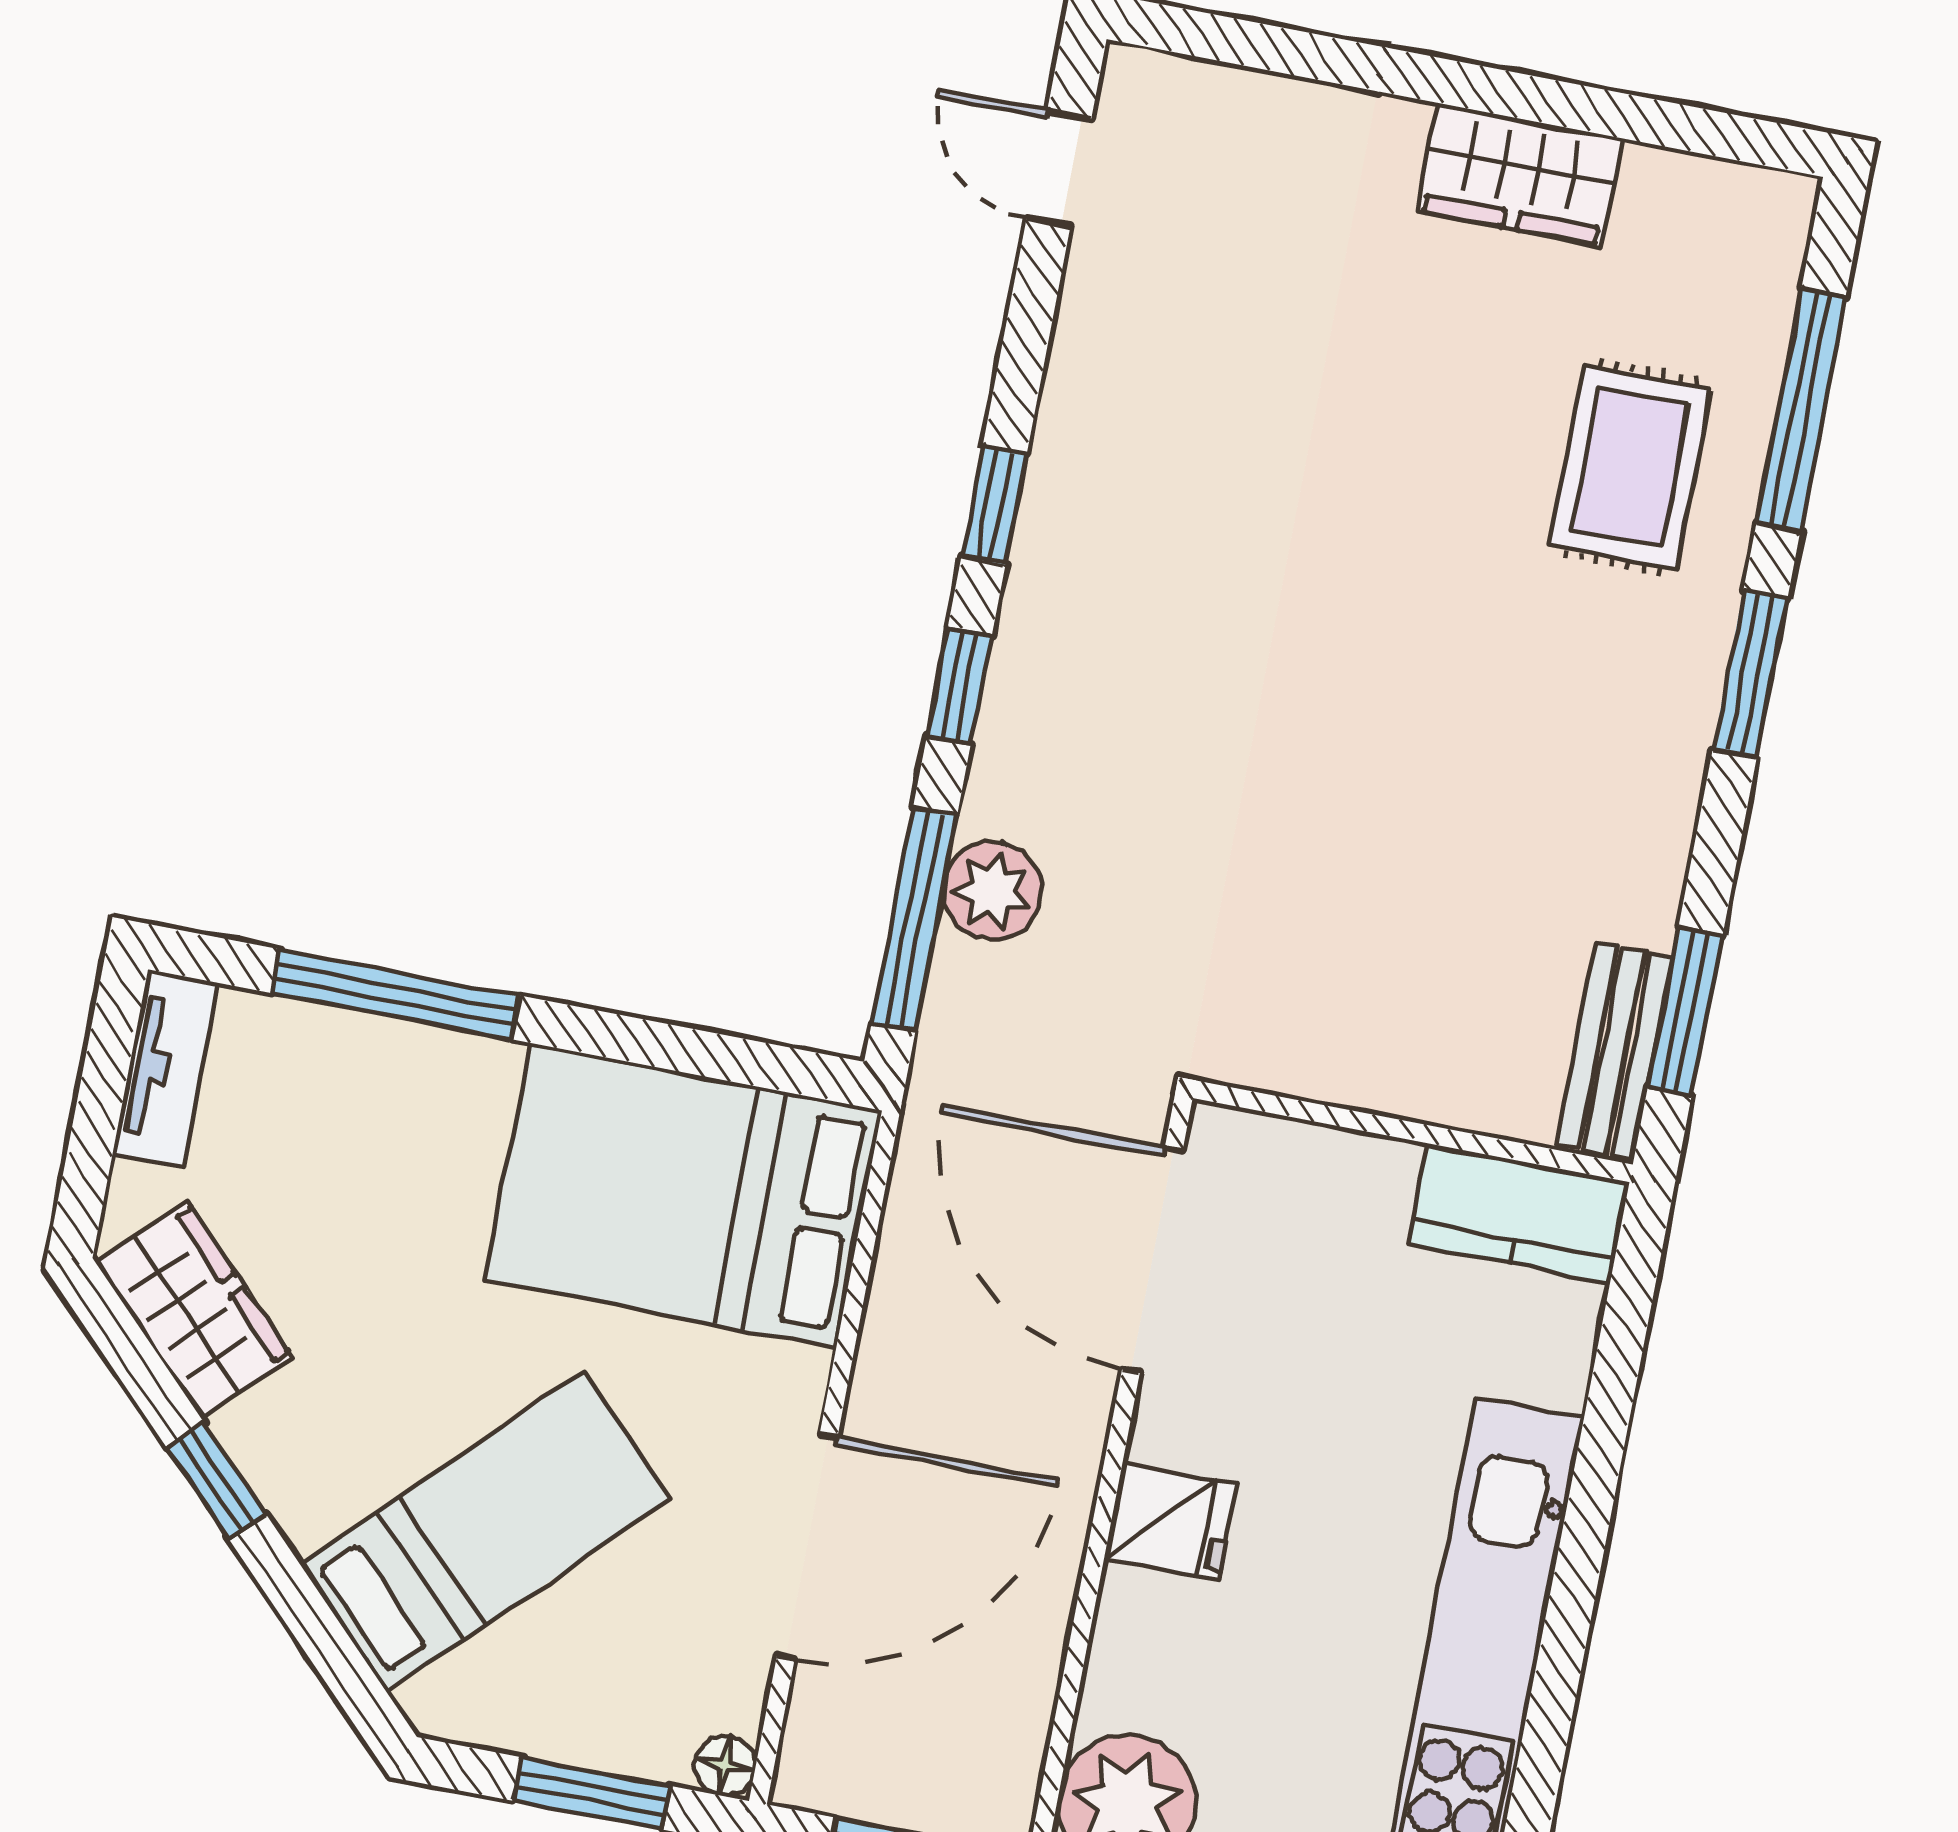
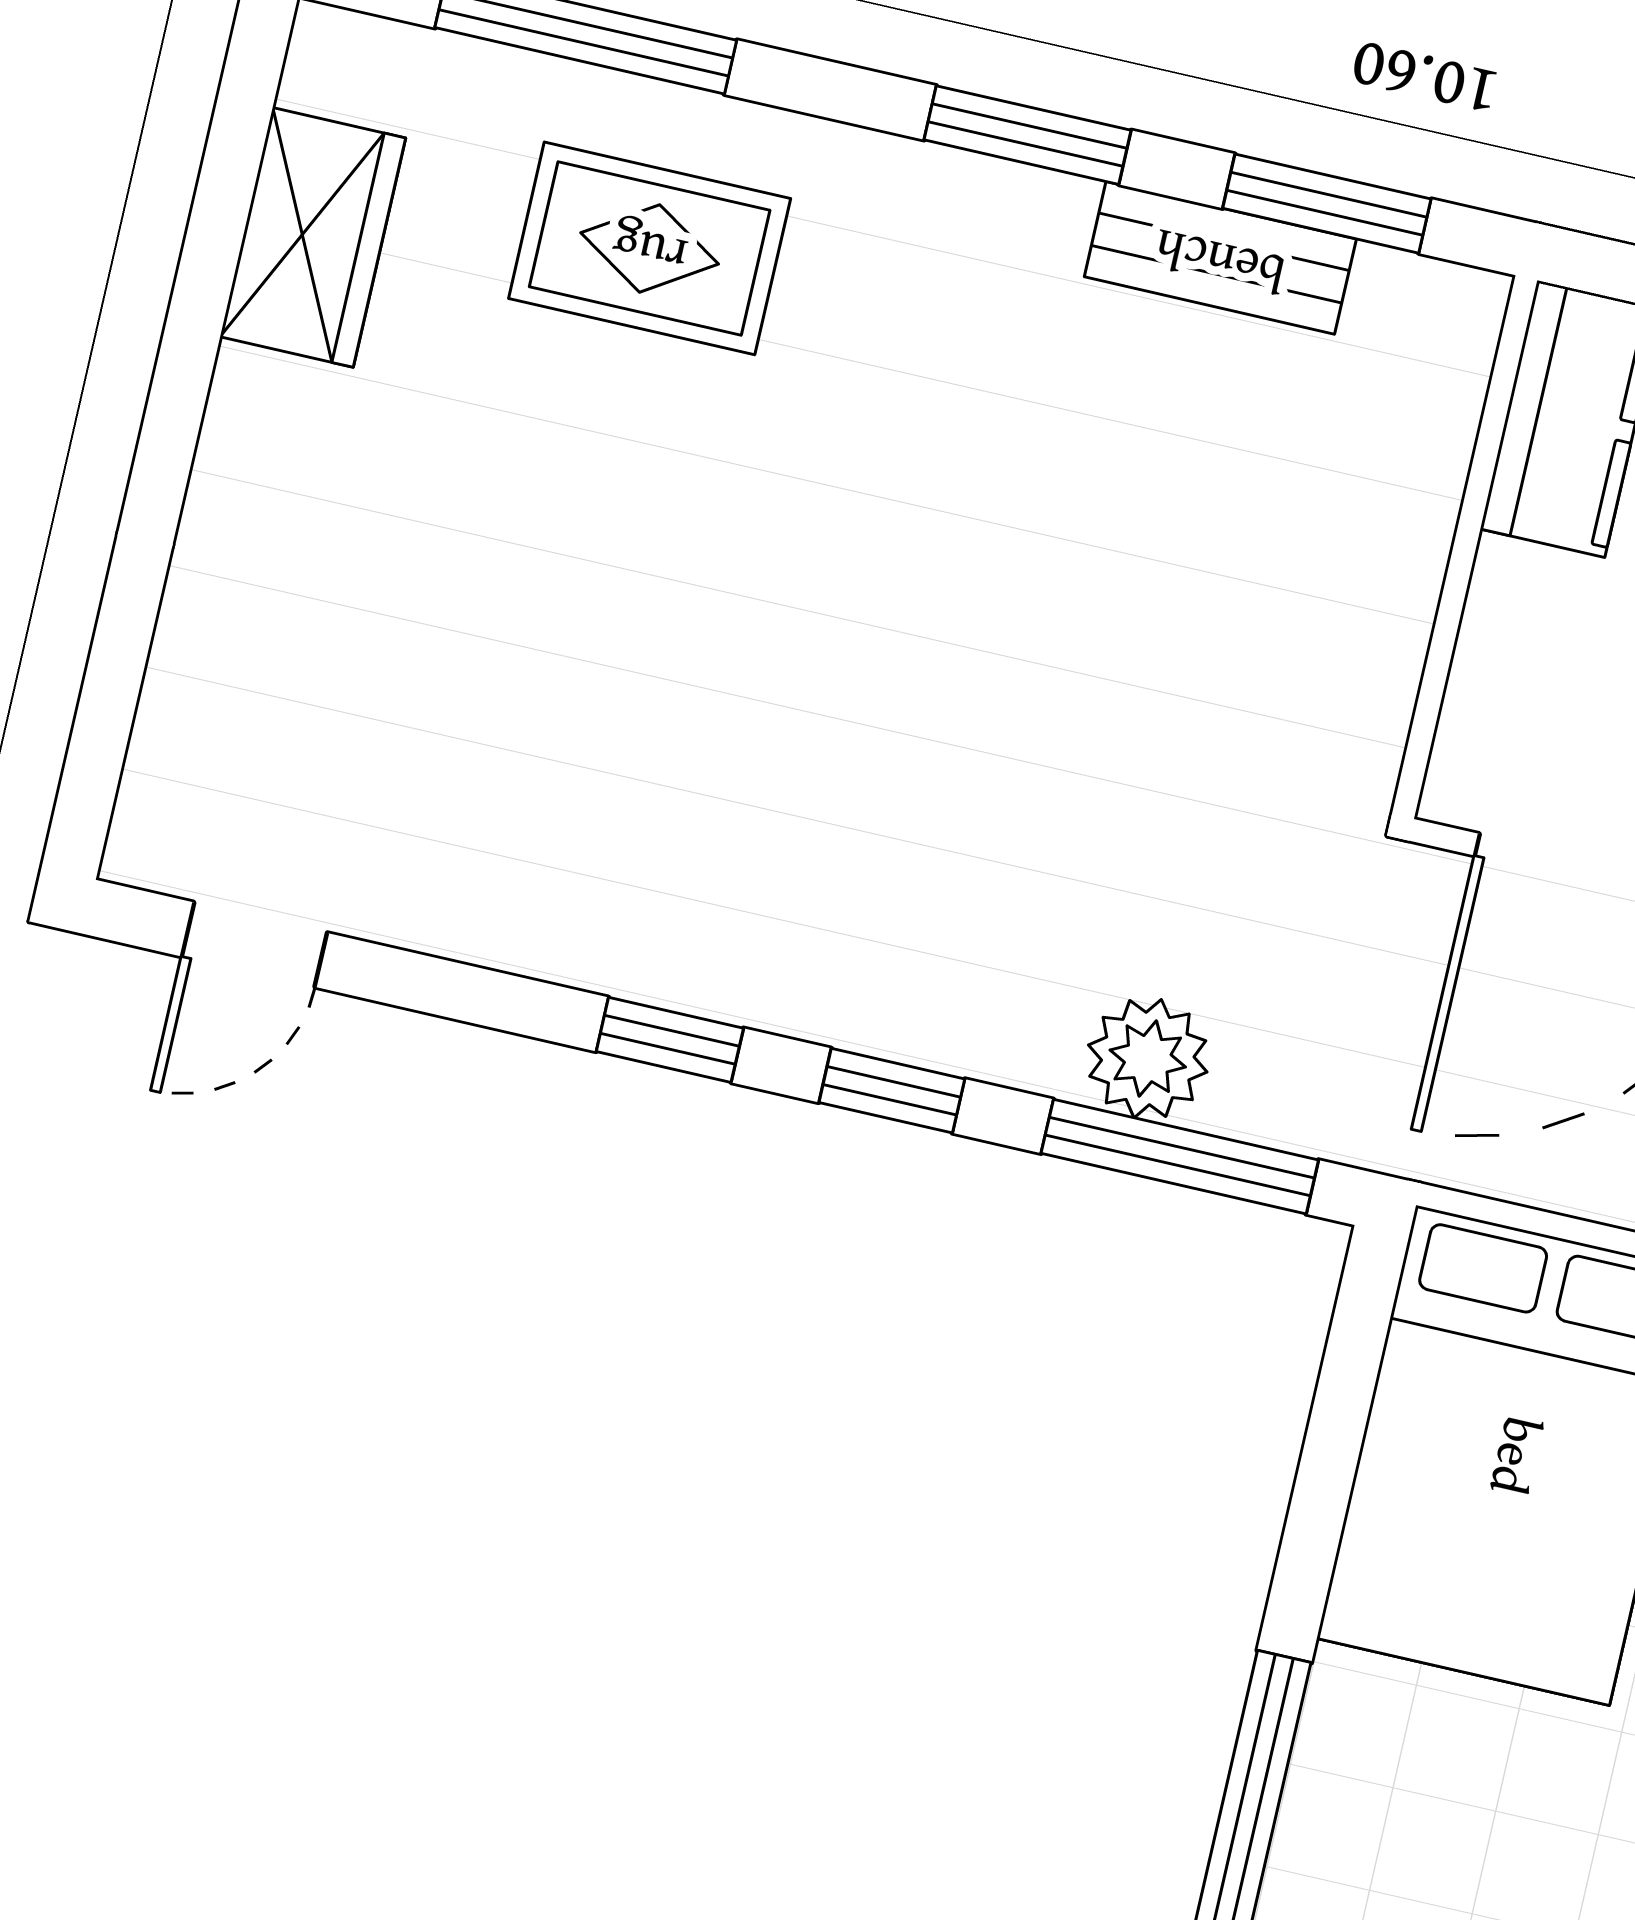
wardrobe: (1519, 175) -> (313, 237), moved
window: (1750, 674) -> (1028, 135), moved
bench: (1615, 1051) -> (1220, 258), moved

